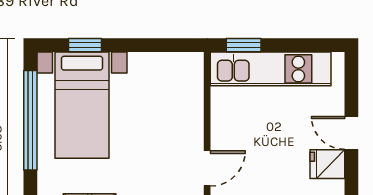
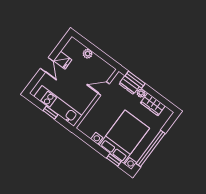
window: (244, 45) -> (50, 113), moved
bed with nightstands: (82, 105) -> (124, 137), width x1.36

